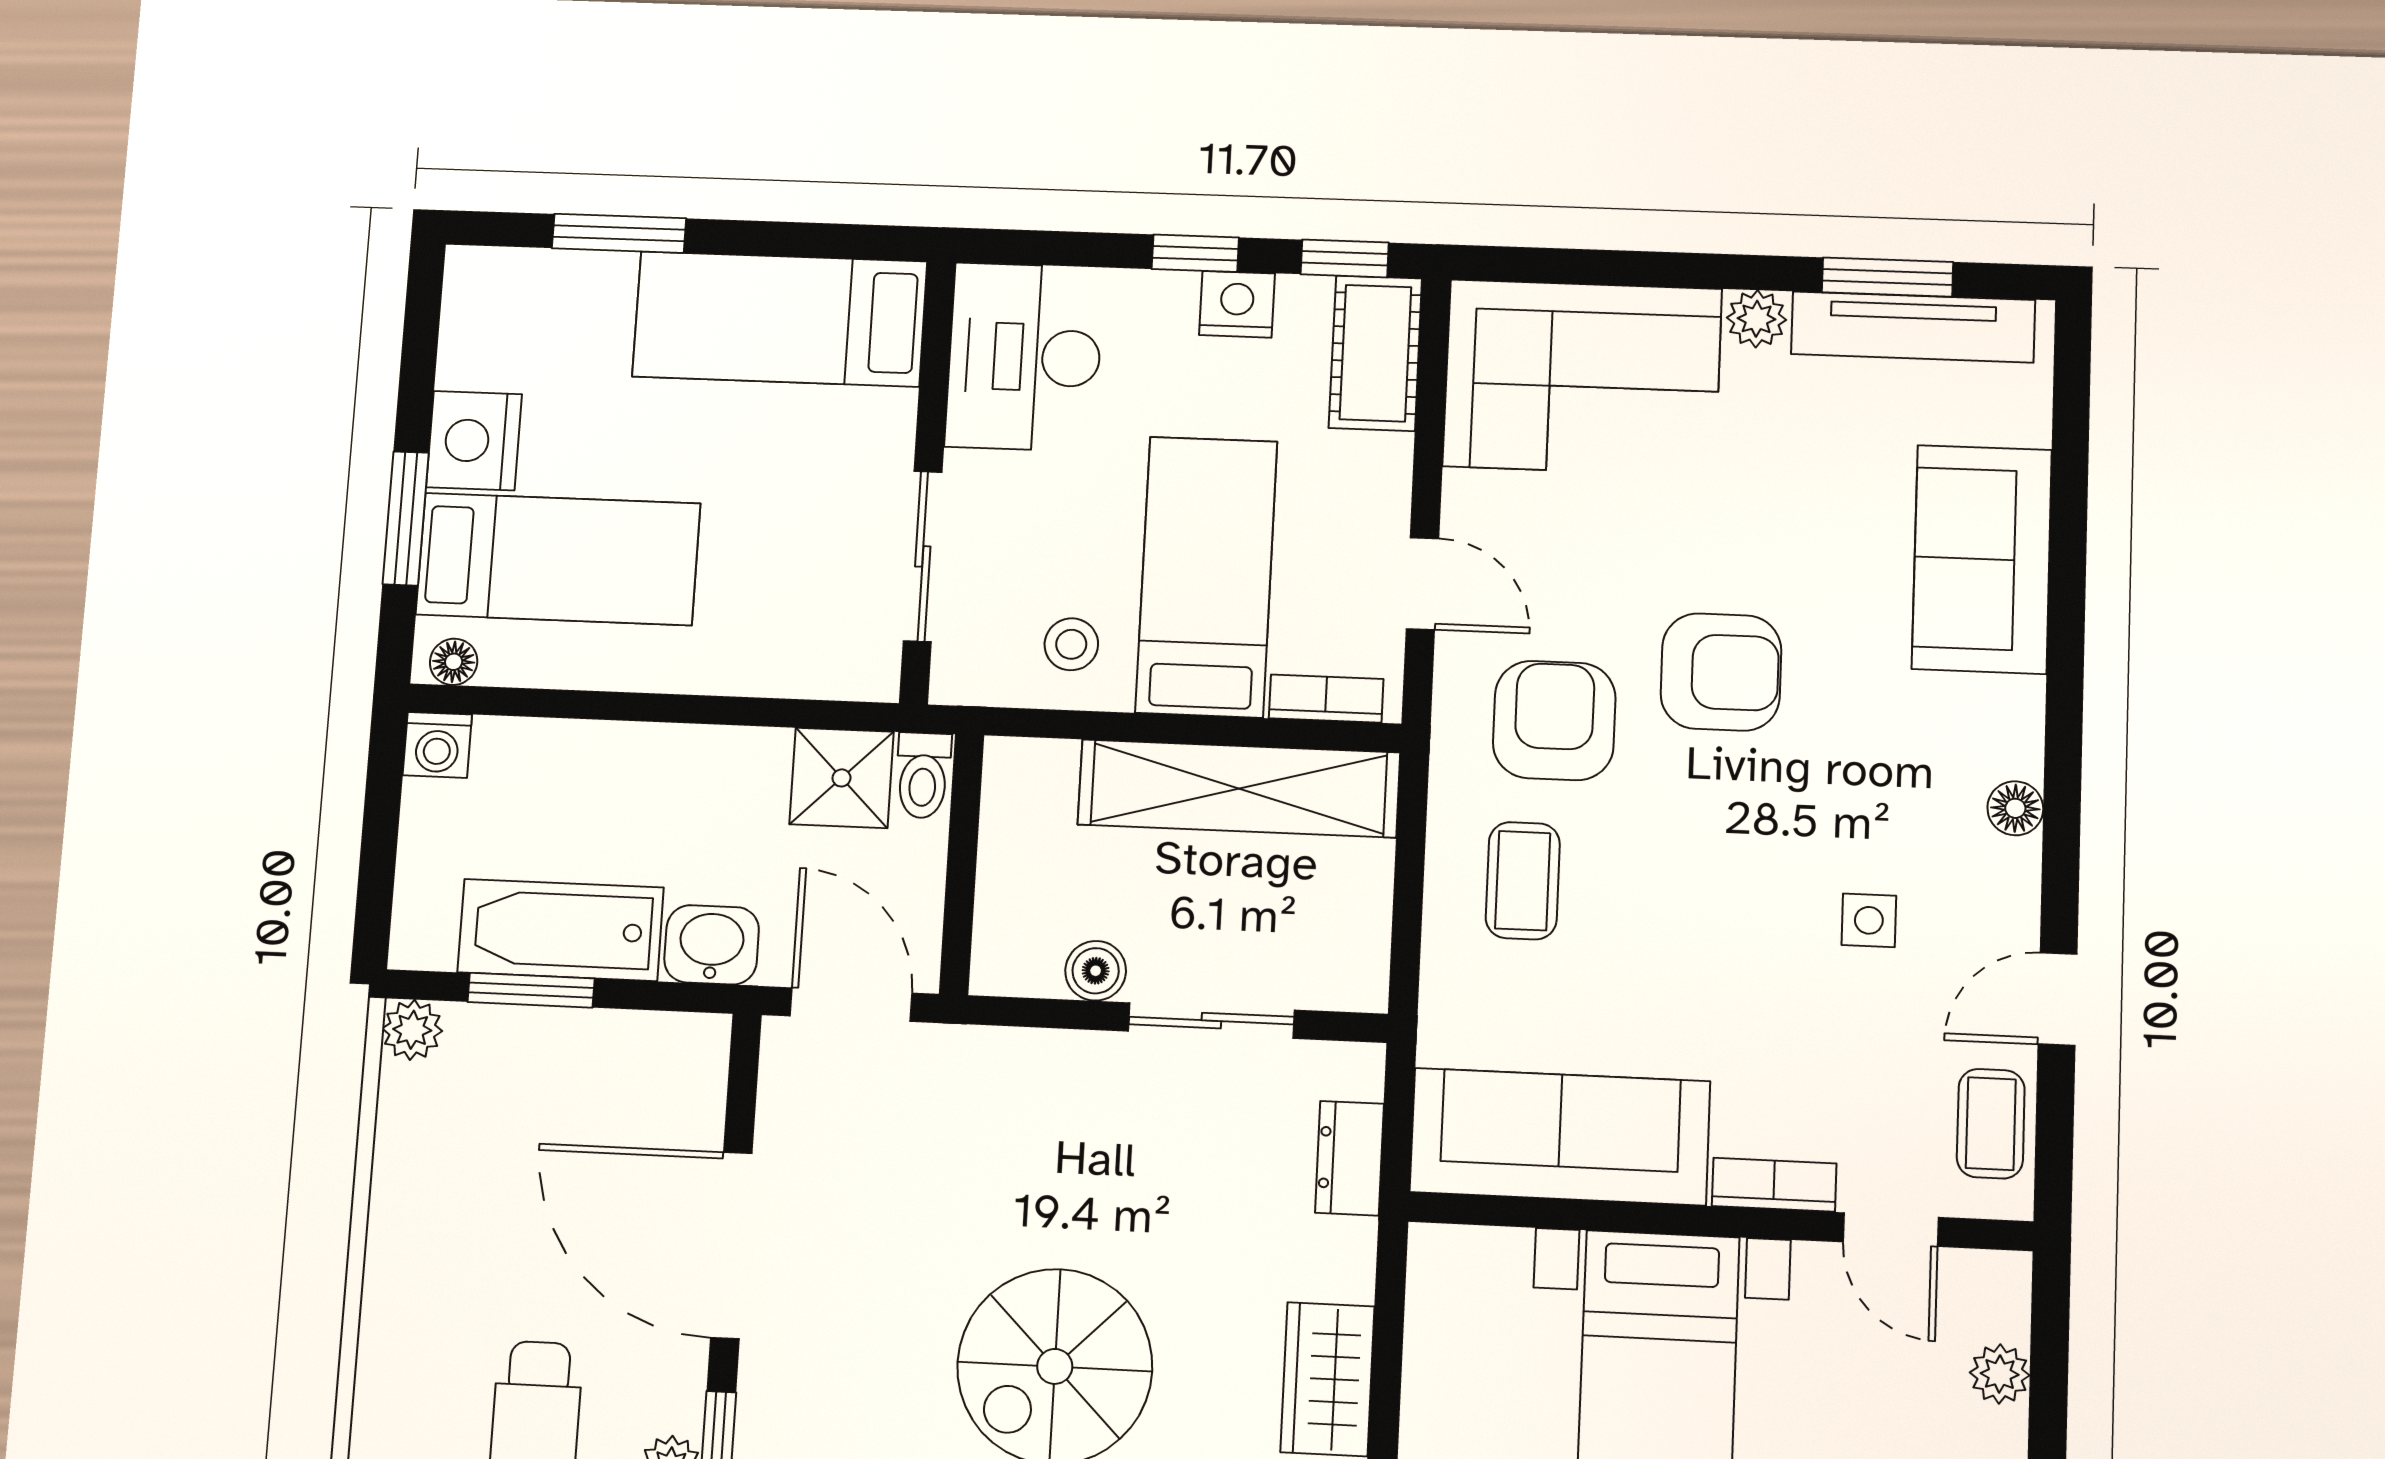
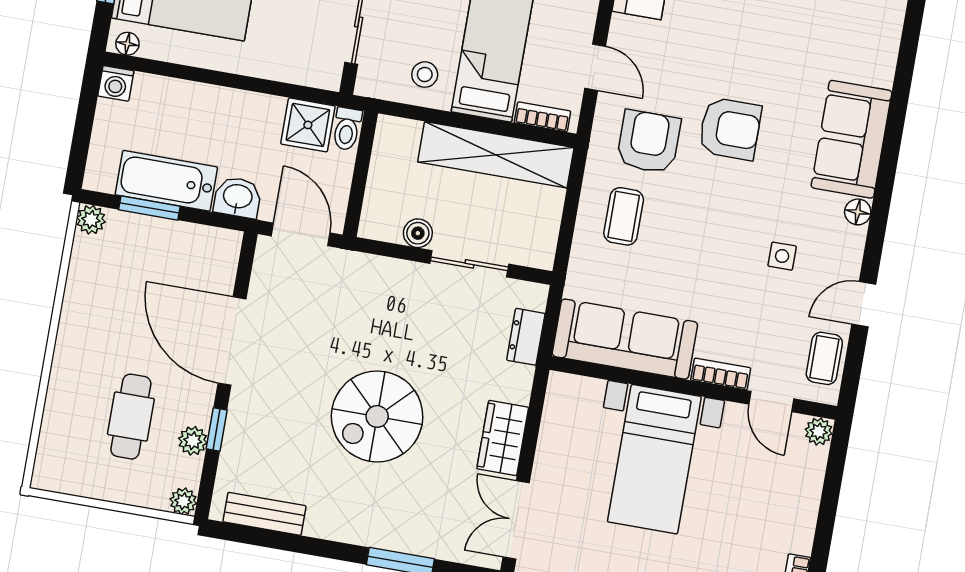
sofa: (1982, 559) -> (851, 139), moved
plant: (2000, 1374) -> (819, 431), moved

